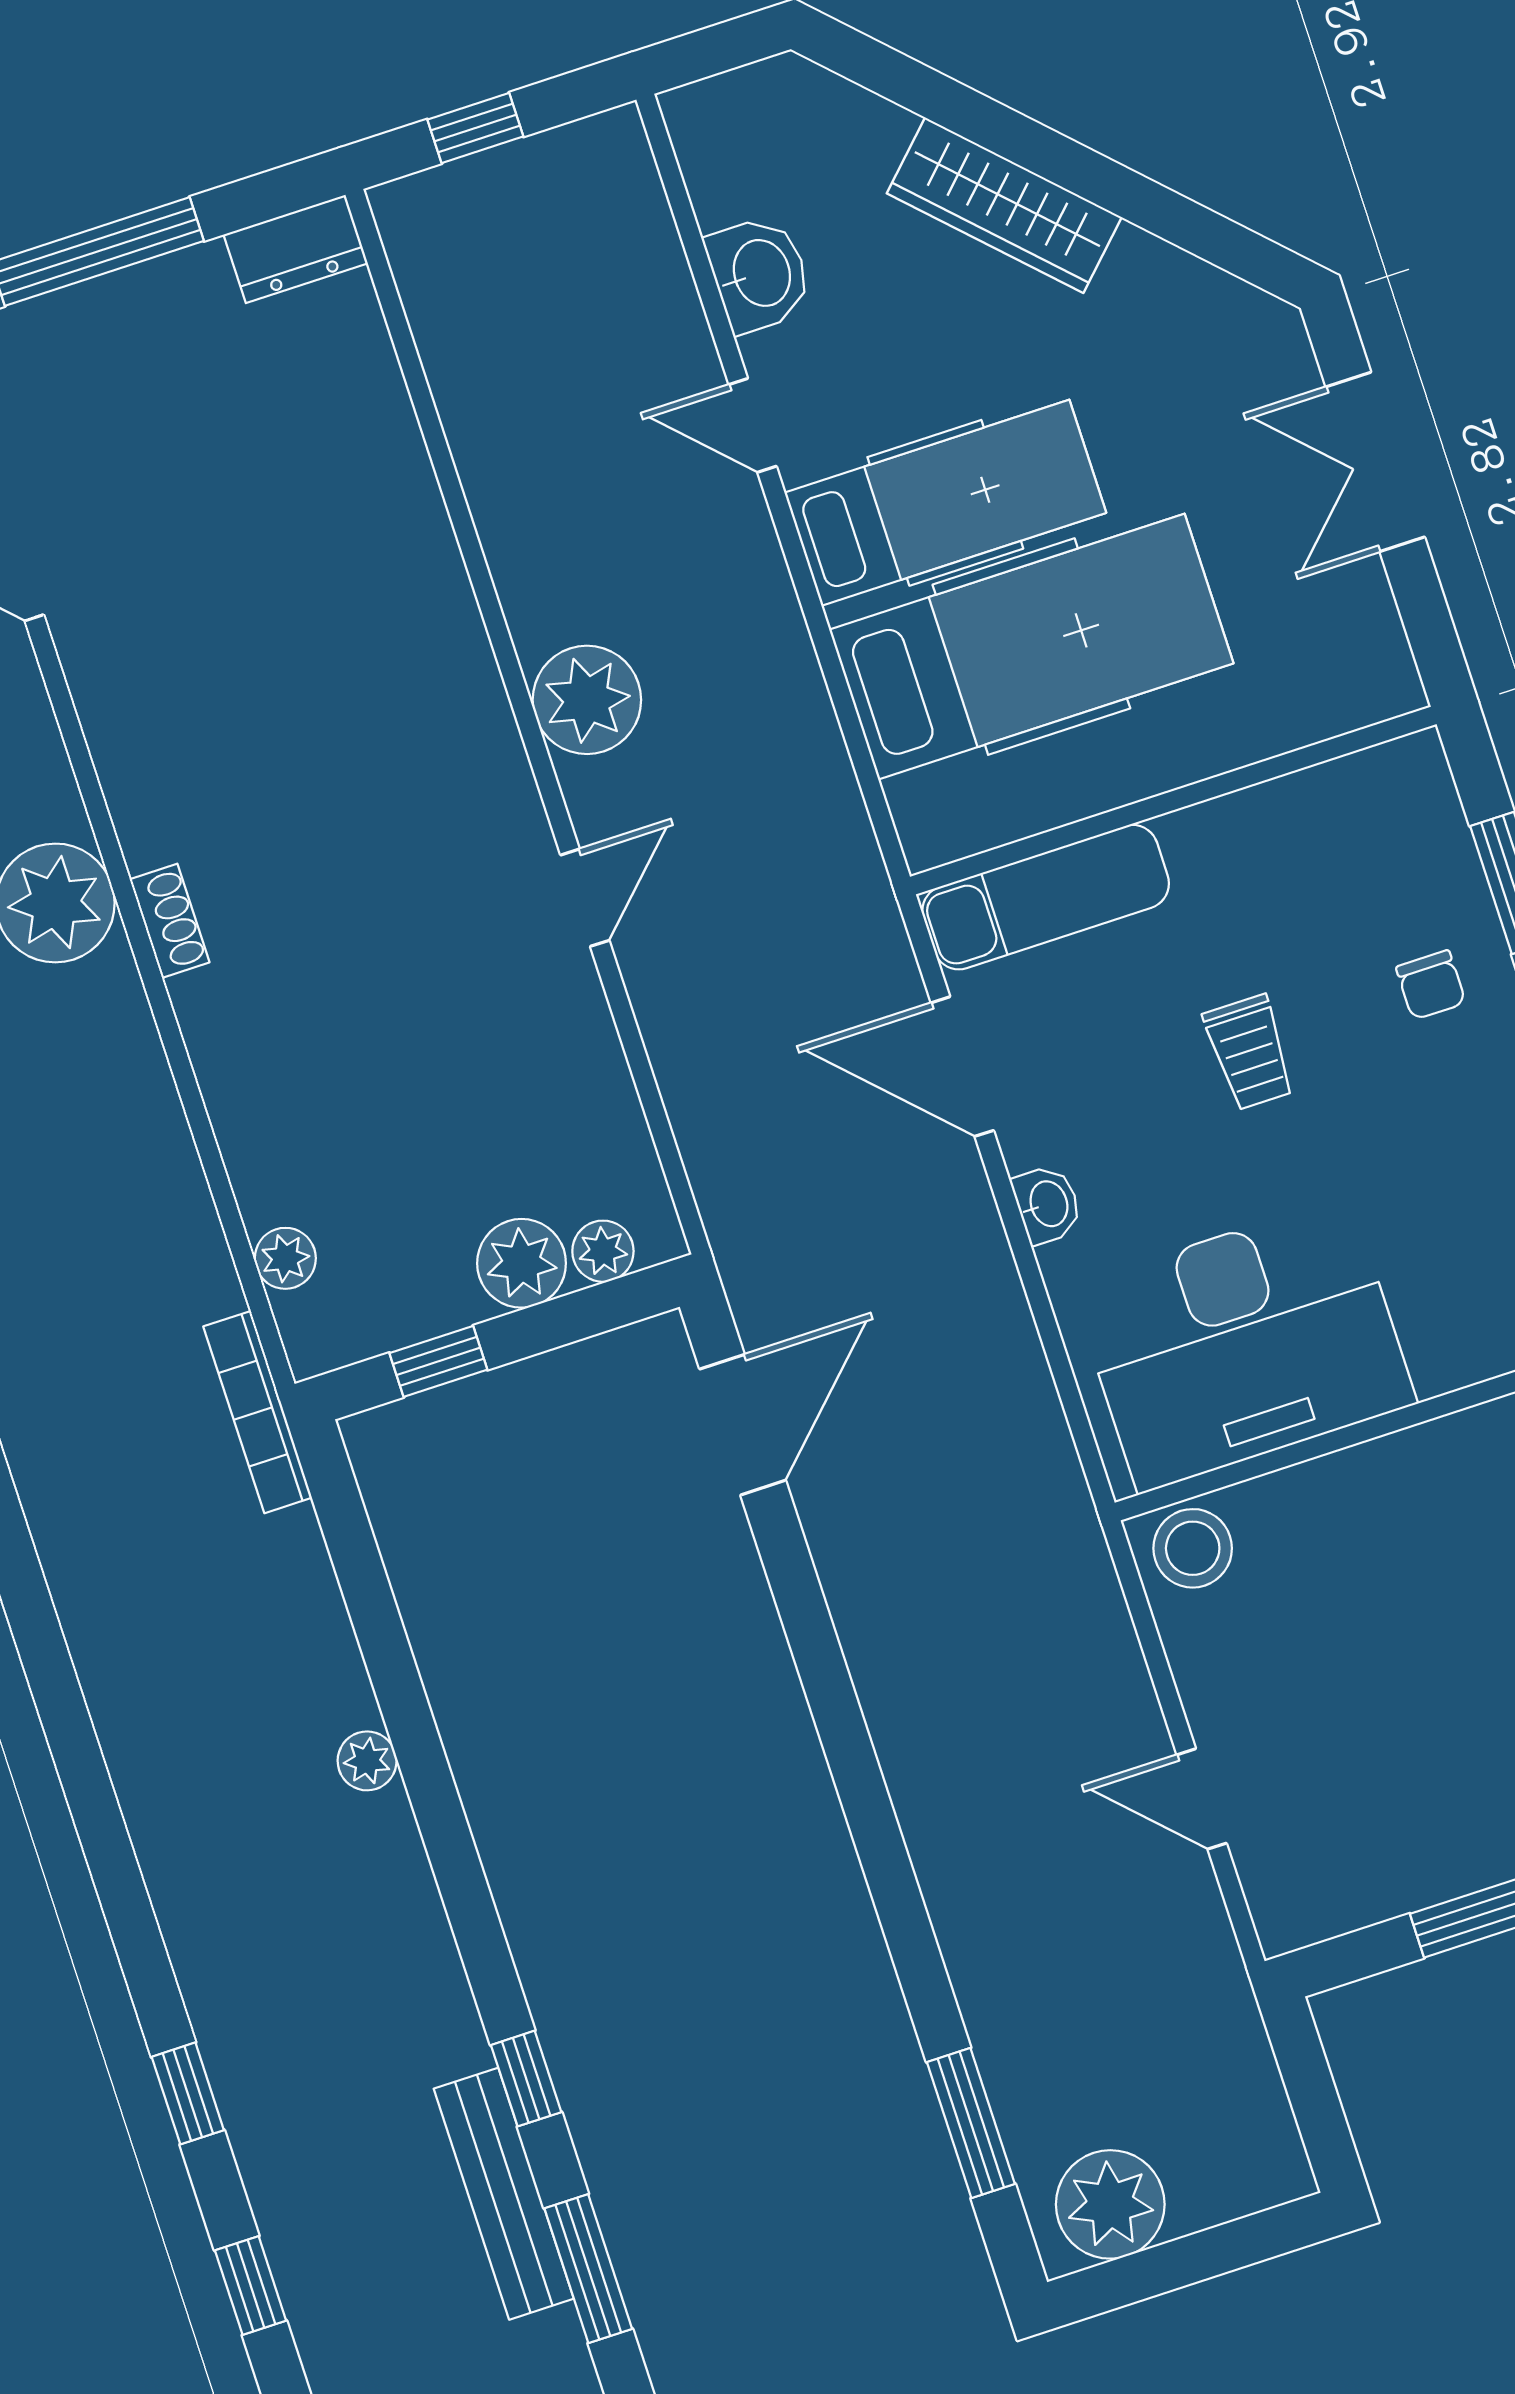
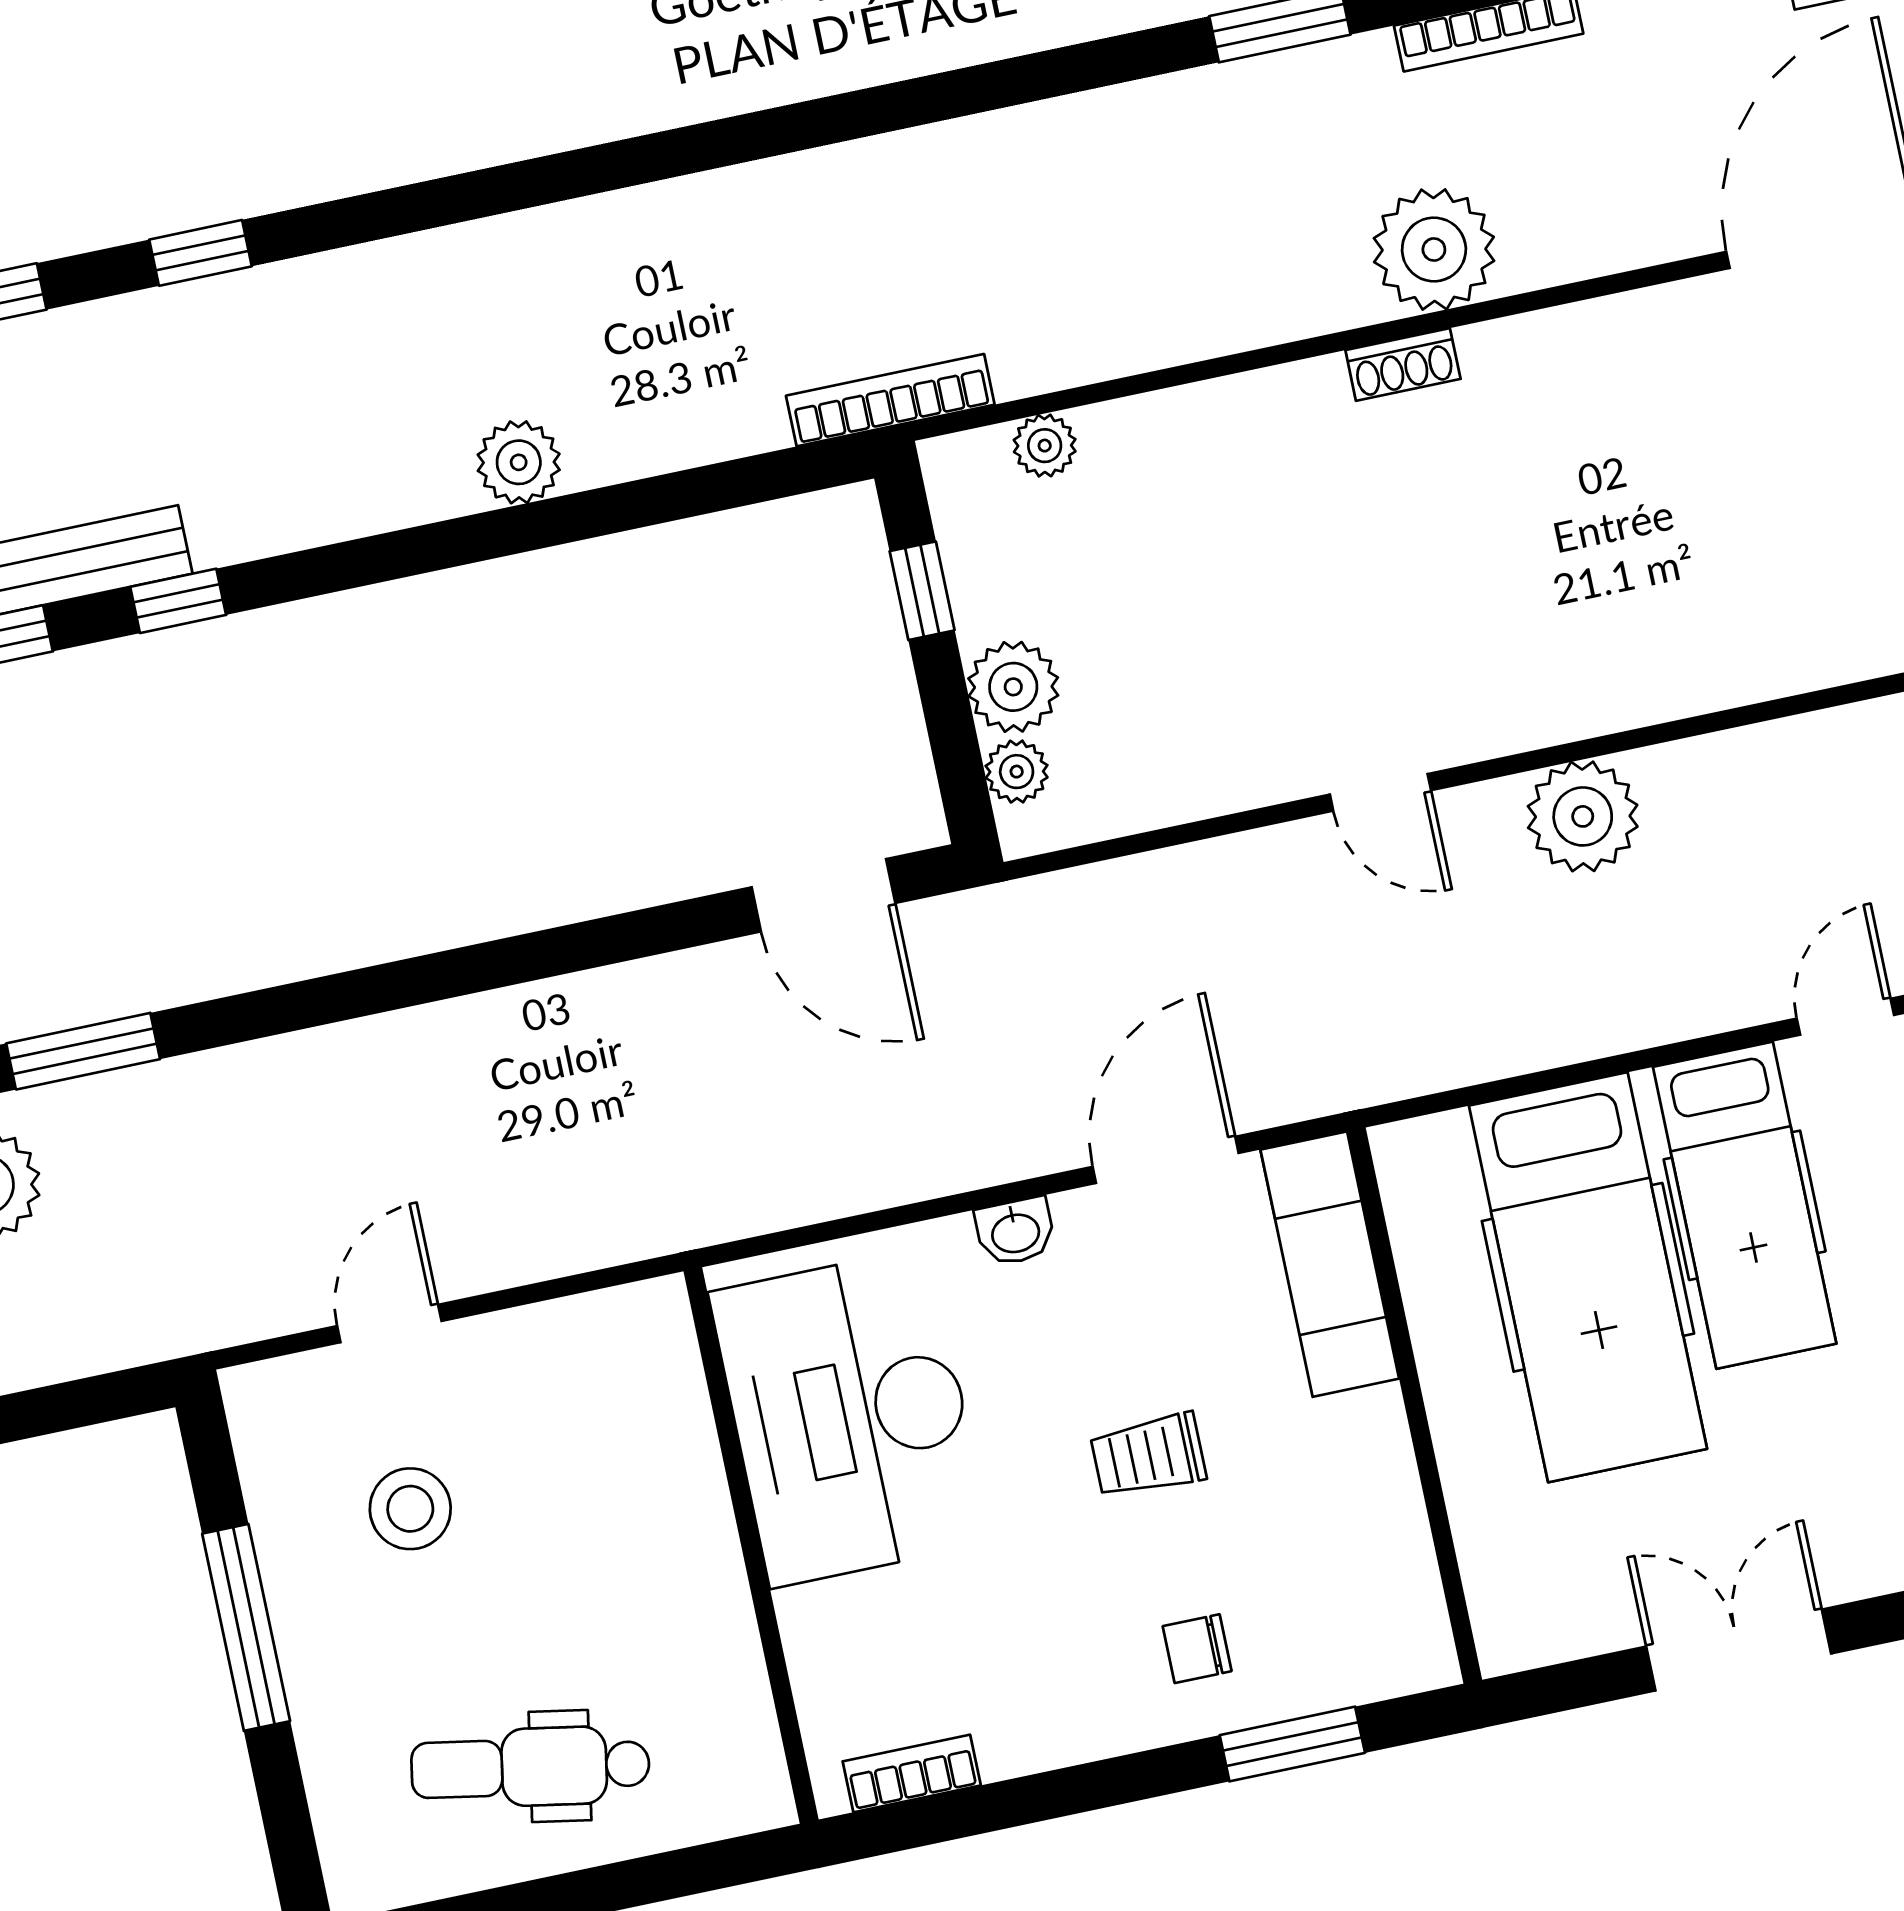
stool: (1193, 1548) -> (410, 1509), moved
plant: (367, 1761) -> (519, 462), width x1.38, depth x1.38

